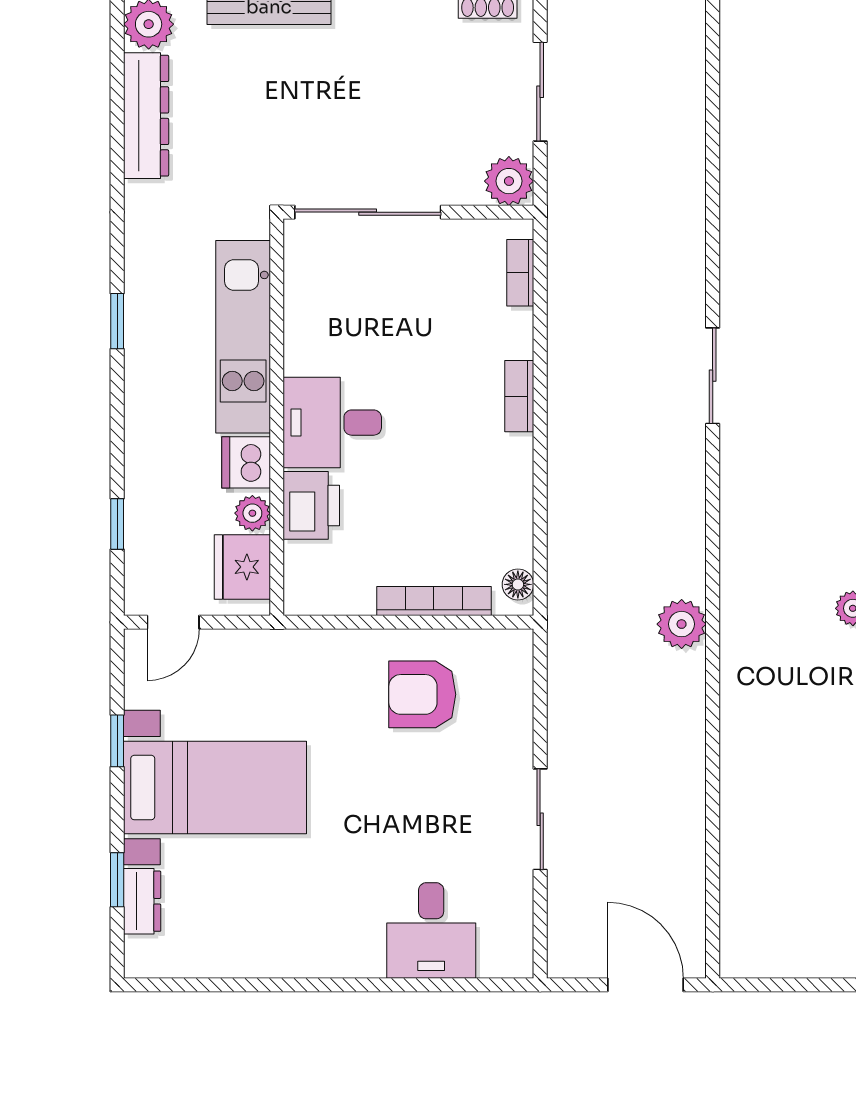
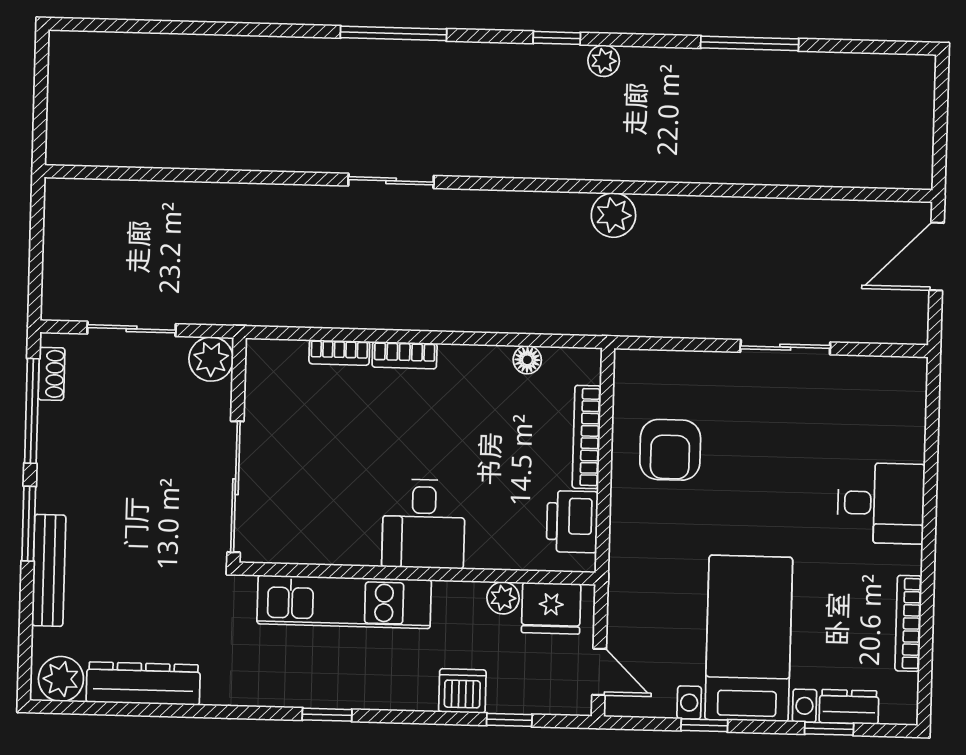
bookcase: (520, 273) -> (339, 352), moved
dishwasher: (246, 462) -> (462, 691), moved, turned 180
printer: (311, 505) -> (572, 522), moved, turned -90
floor lamp: (518, 584) -> (527, 360), moved
desk: (431, 930) -> (881, 503), moved
bookcase: (237, 965) -> (908, 623), added

